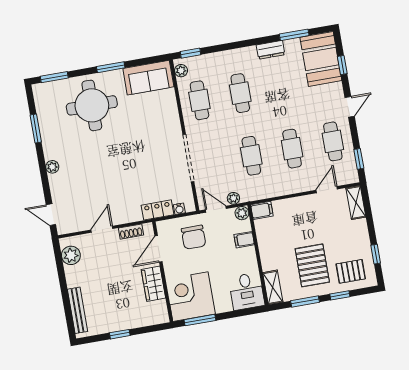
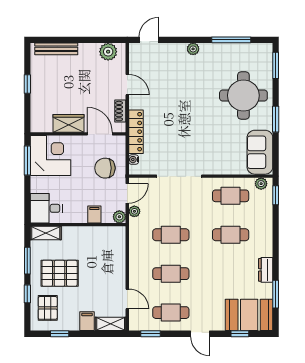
window: (36, 128) -> (231, 40), width x1.44
locker: (158, 210) -> (136, 132), width x1.53
filing cabinet: (262, 210) -> (87, 321), moved, turned 180

